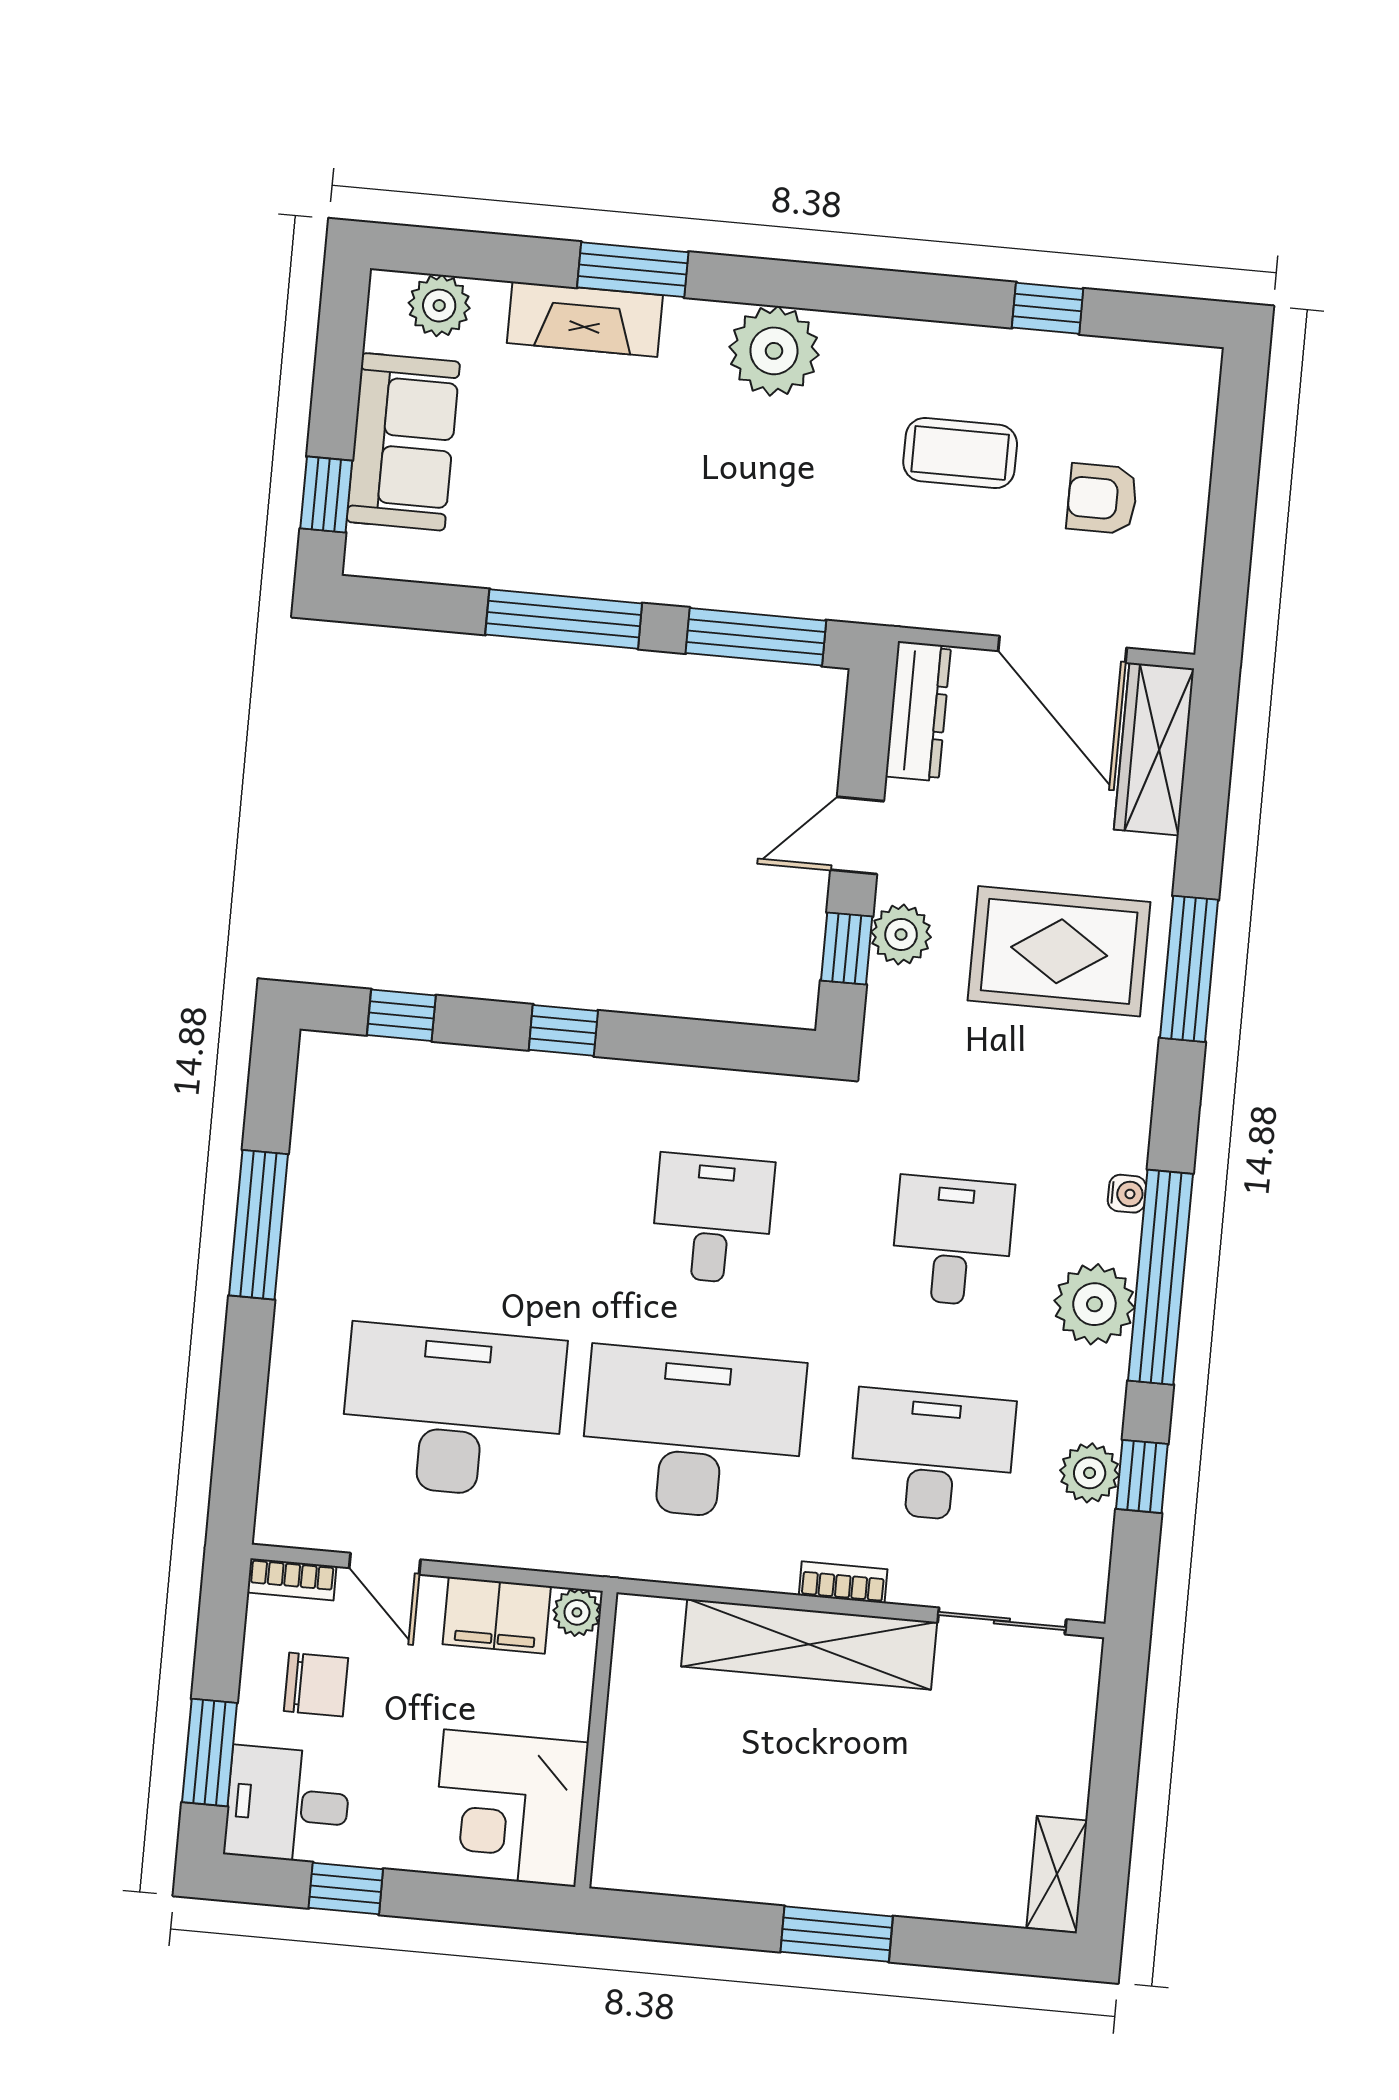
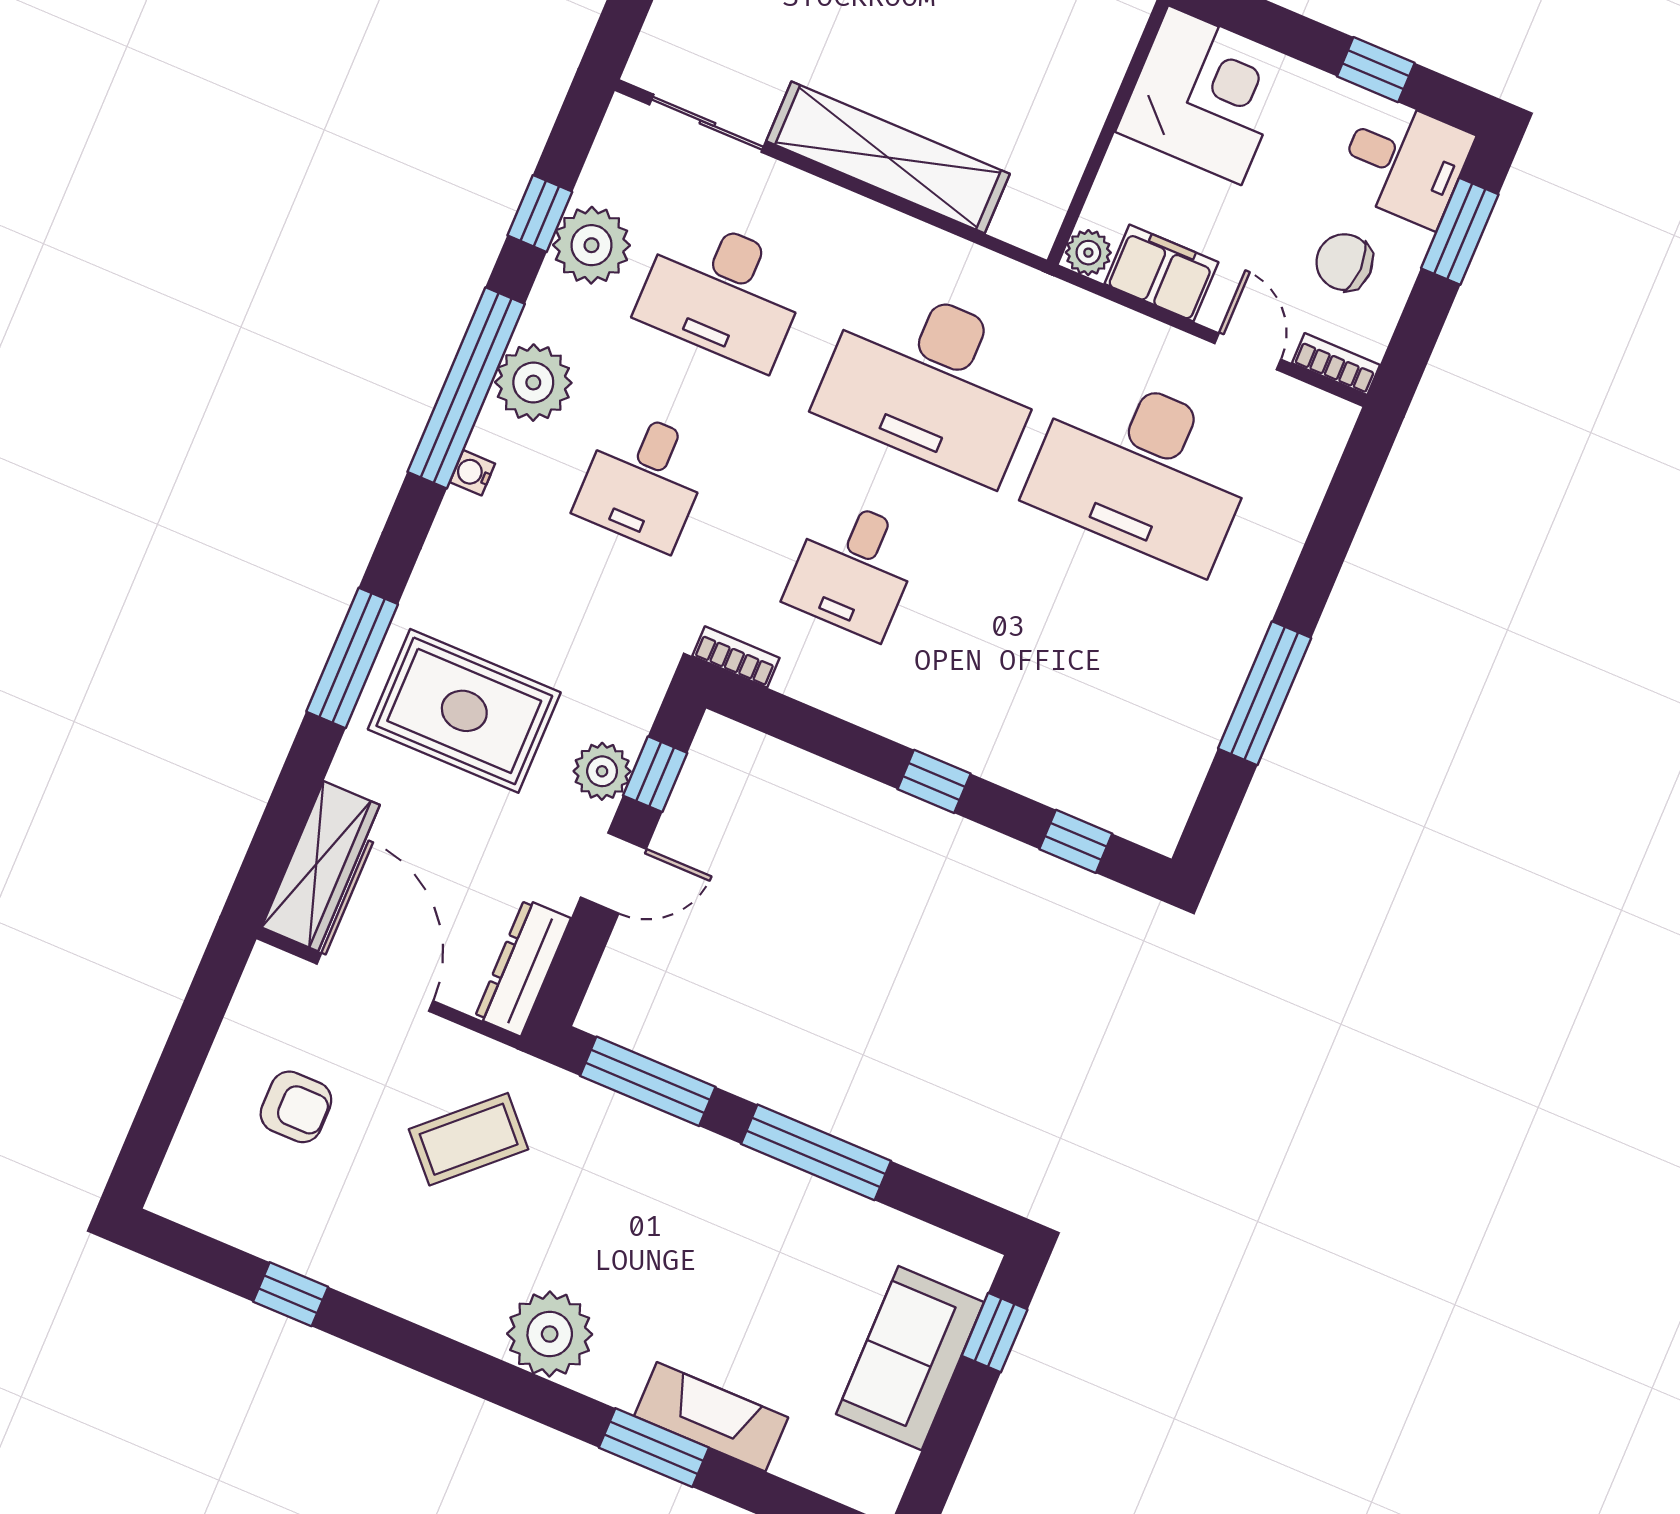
plant: (439, 306) -> (839, 1471), removed
coffee table: (960, 453) -> (469, 1139), moved, turned -43
plant: (1090, 1473) -> (592, 245), width x1.36, depth x1.36
bookcase: (843, 1582) -> (736, 657), moved, turned 180

